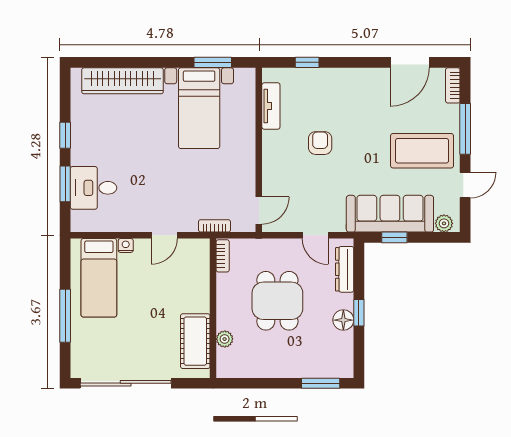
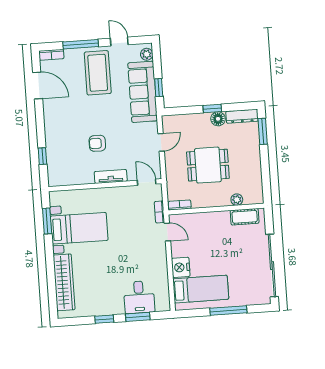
tv unit: (271, 106) -> (111, 176), moved
door: (164, 235) -> (167, 232), moved
nightstand: (126, 245) -> (181, 267), width x1.89, depth x1.79
dresser: (345, 269) -> (242, 116), moved
cot: (195, 341) -> (245, 217), width x0.73, depth x0.75

